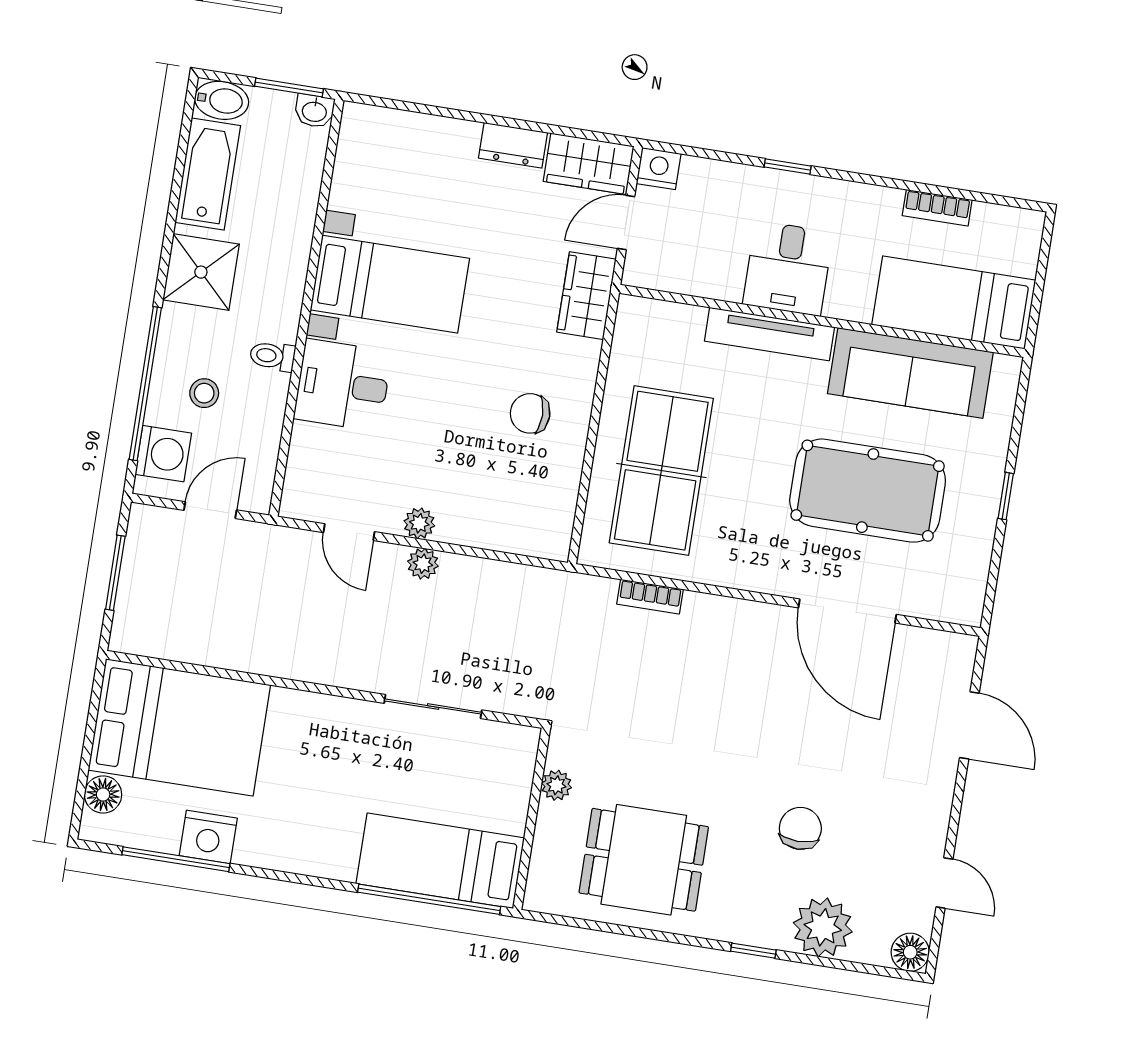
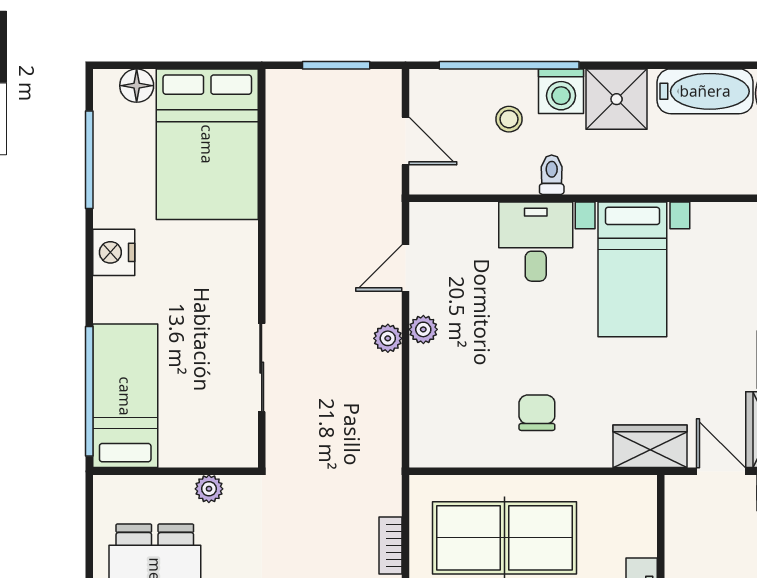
washing machine: (163, 454) -> (561, 91), moved
nightstand: (208, 837) -> (114, 252), moved

